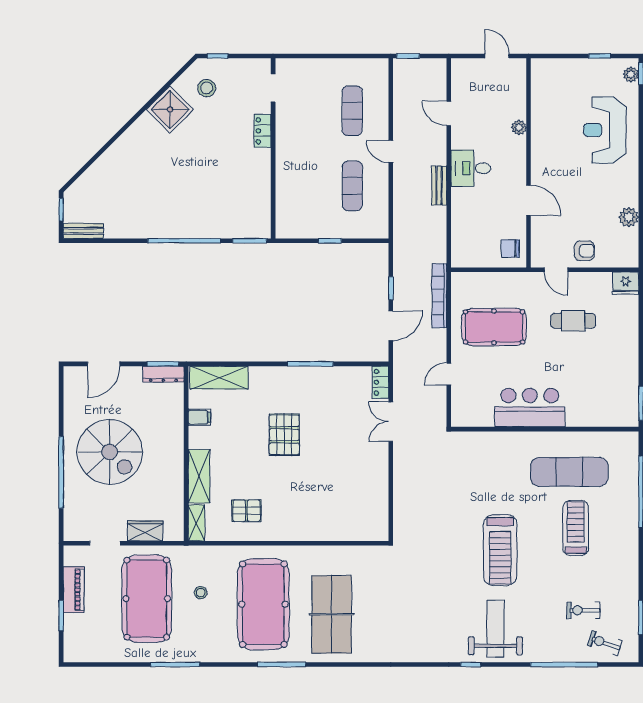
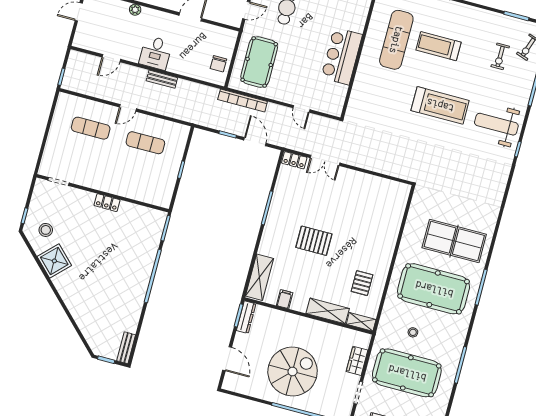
locker: (263, 131) -> (107, 203), moved
chair: (510, 249) -> (218, 64), moved
pool table: (494, 327) -> (259, 62), moved

